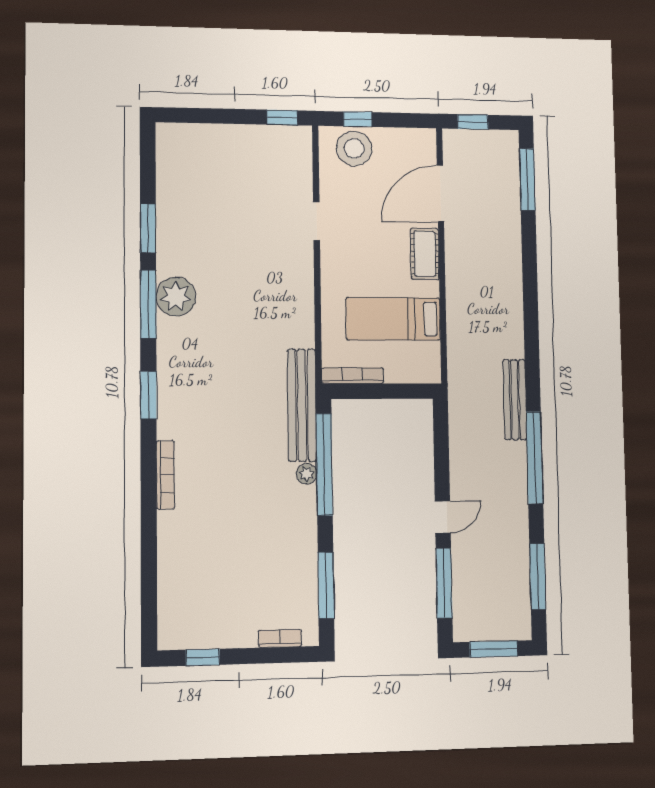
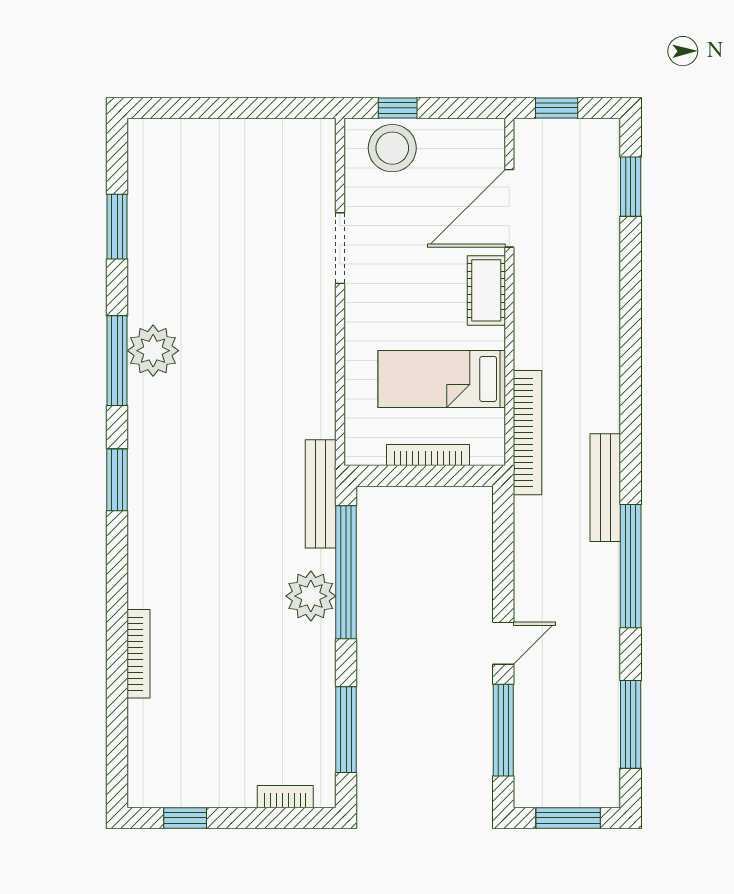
window: (282, 118) -> (295, 108), removed
window: (527, 179) -> (631, 187), width x0.69
doorway: (317, 221) -> (340, 248), width x1.38
window: (148, 228) -> (117, 227), moved
bookcase: (457, 359) -> (528, 433), added
bookcase: (353, 376) -> (428, 455), moved
bench: (302, 405) -> (321, 494), width x0.73, depth x0.82
plant: (307, 474) -> (311, 596), width x1.88, depth x1.88
bookcase: (165, 475) -> (139, 654), moved

